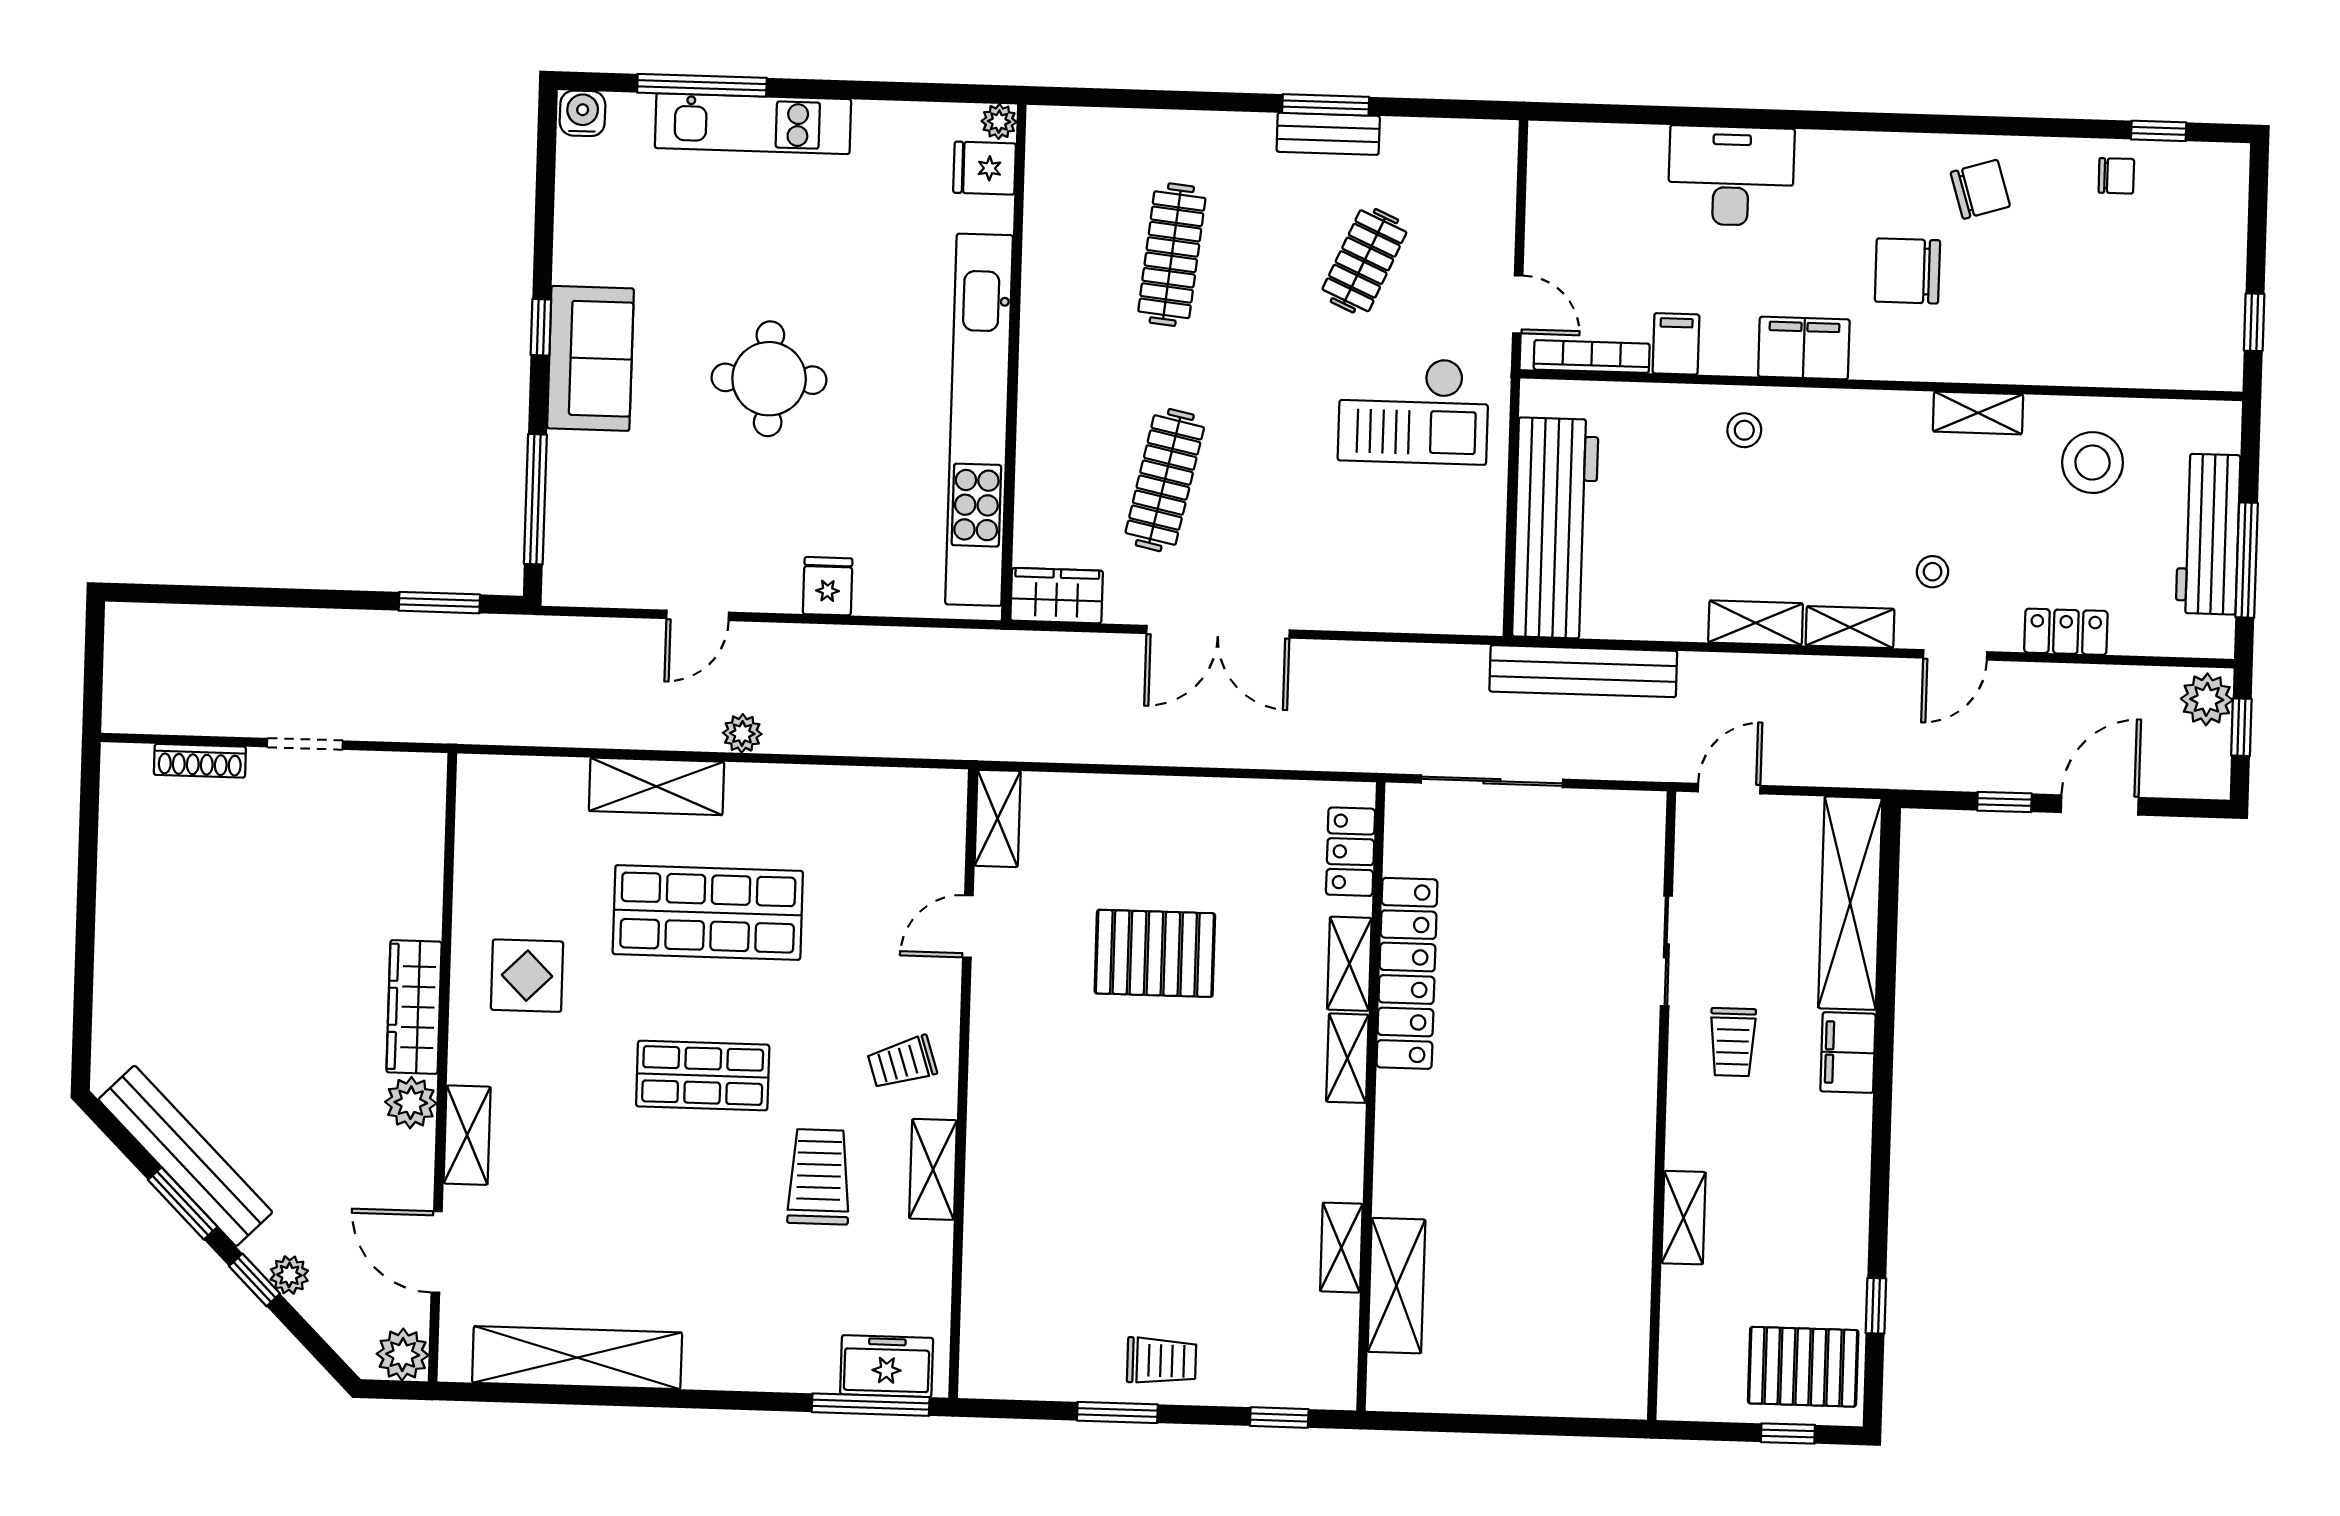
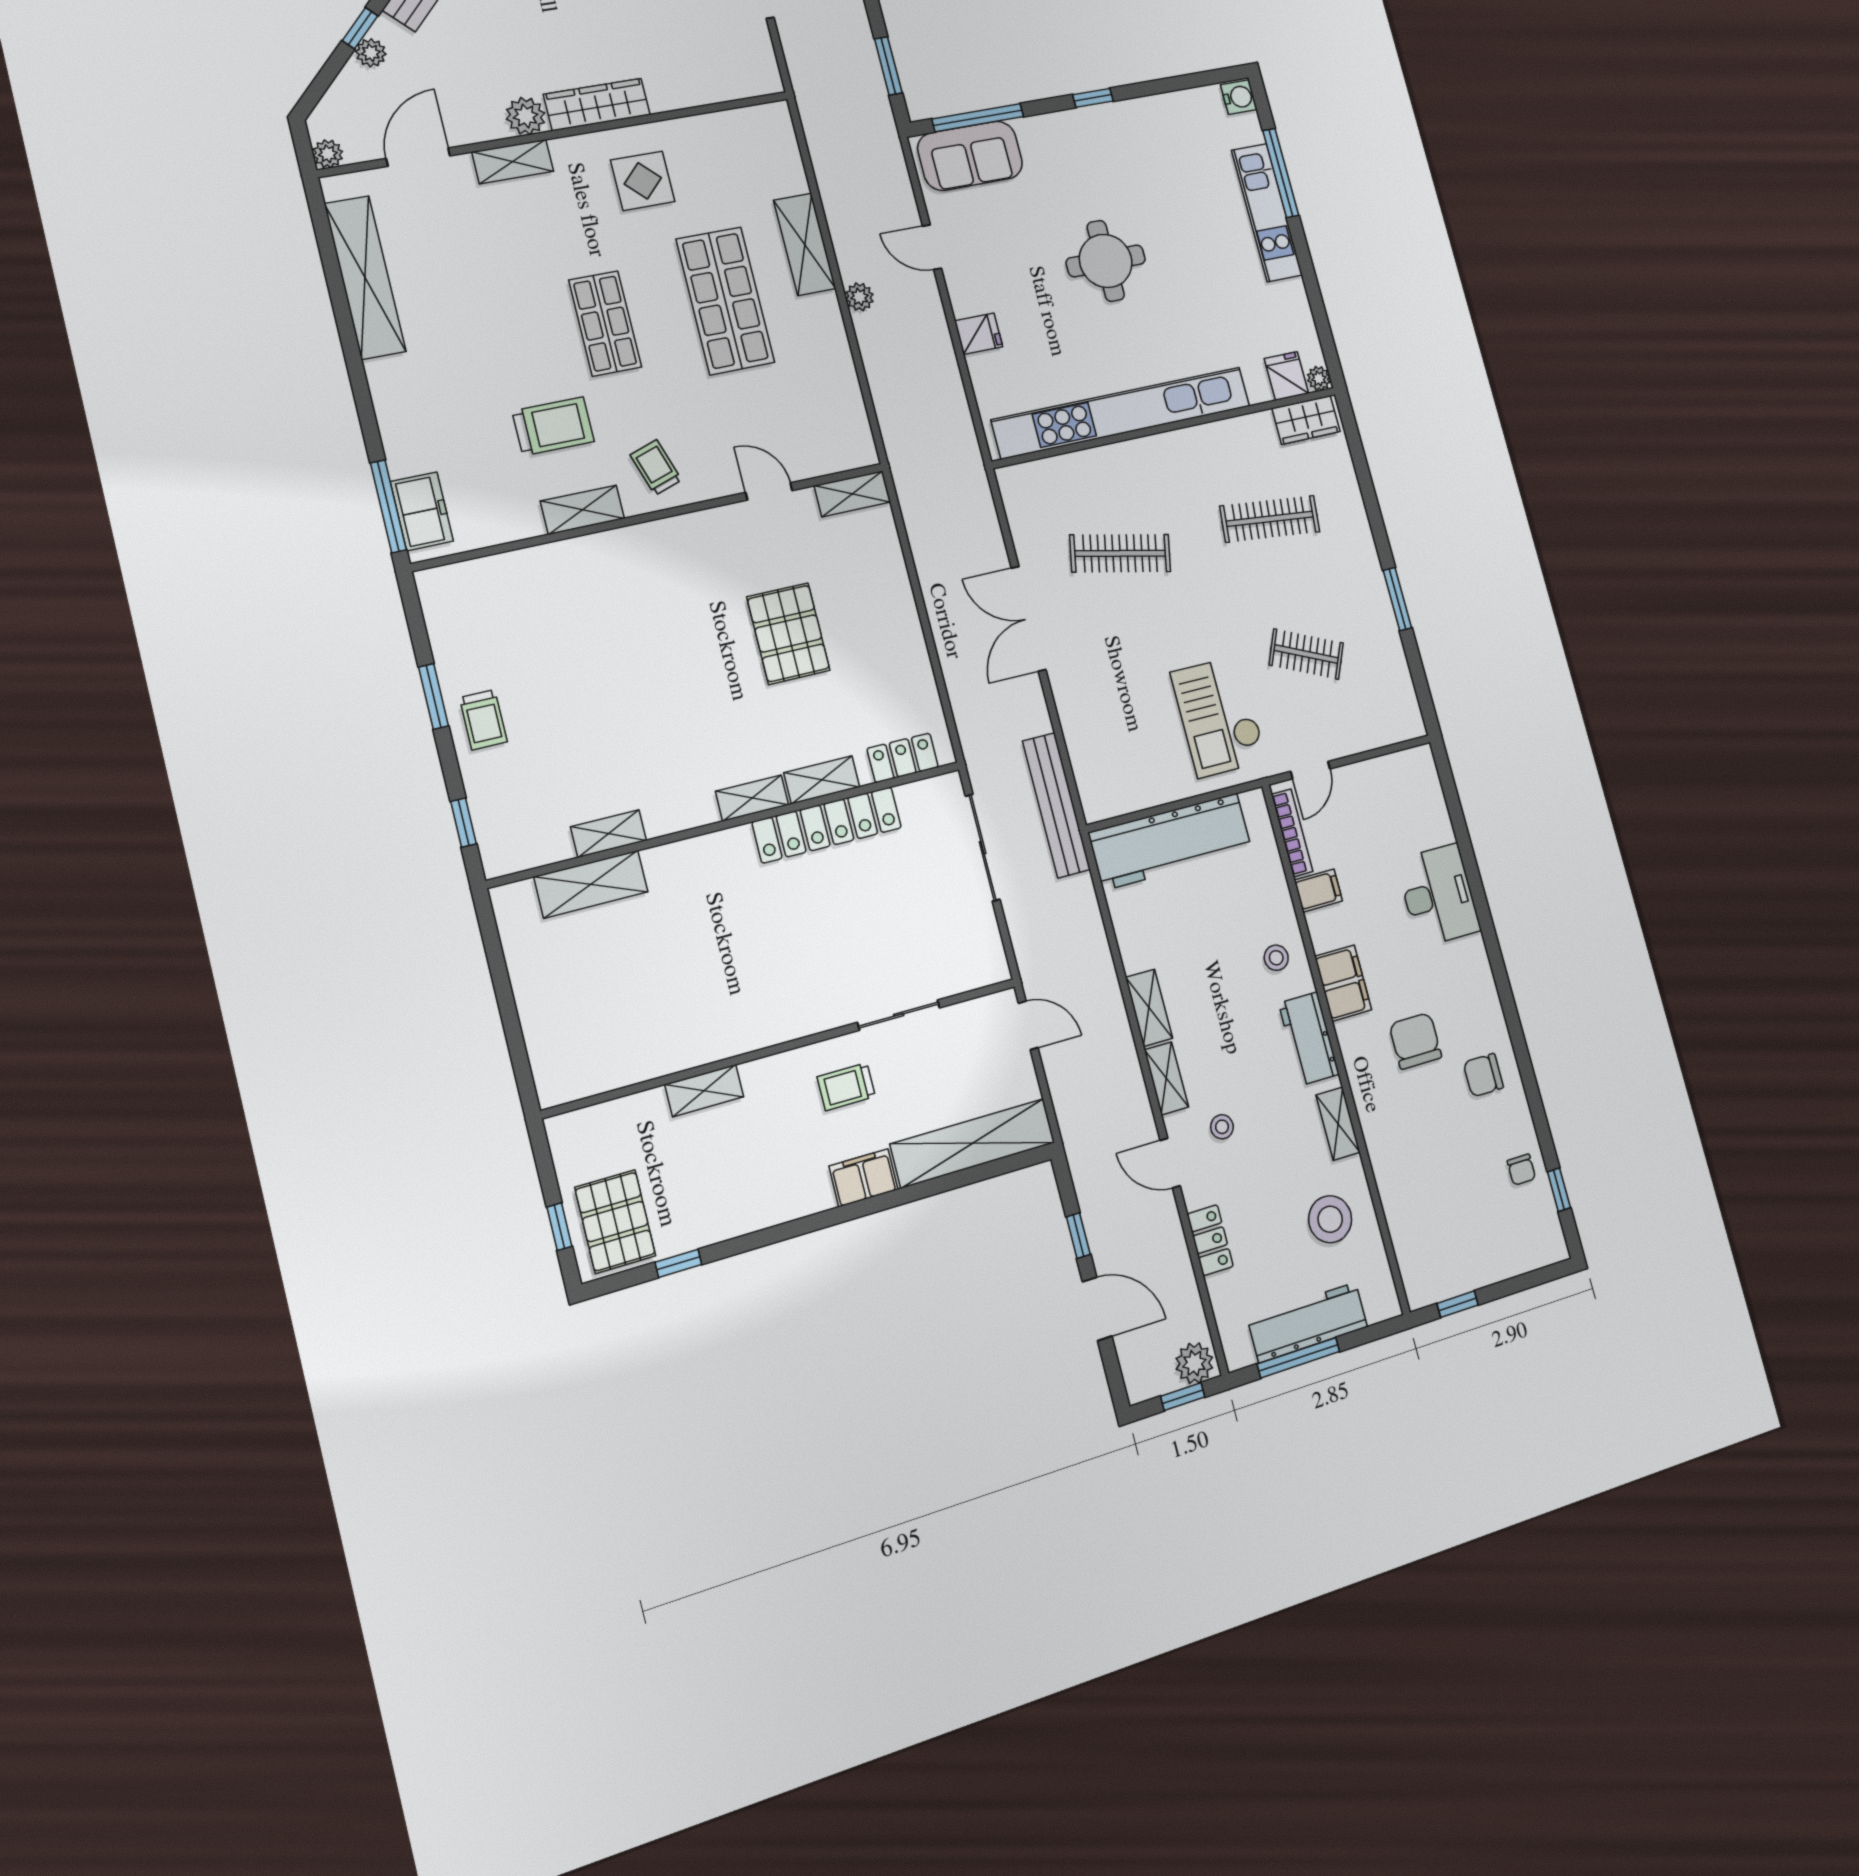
bench: (1328, 134) -> (1380, 606), removed
chair: (1980, 189) -> (1483, 1075), turned 107
sofa: (590, 358) -> (970, 156), moved
workbench: (1860, 418) -> (1309, 1039), added
wardrobe: (1057, 596) -> (1306, 420), moved, turned 90
bench: (1583, 671) -> (1056, 805), moved
plant: (403, 1355) -> (328, 154), width x0.73, depth x0.73

